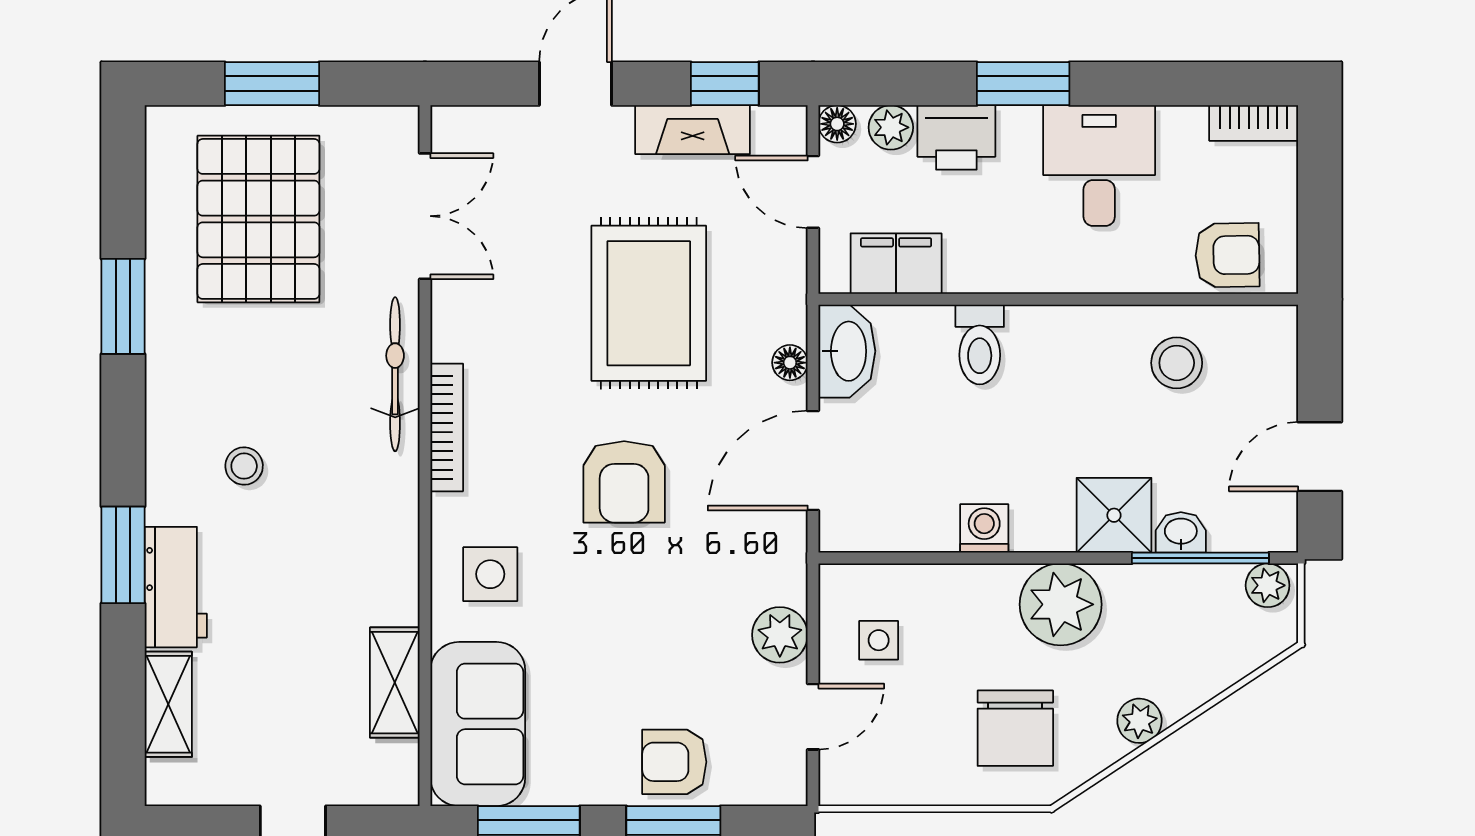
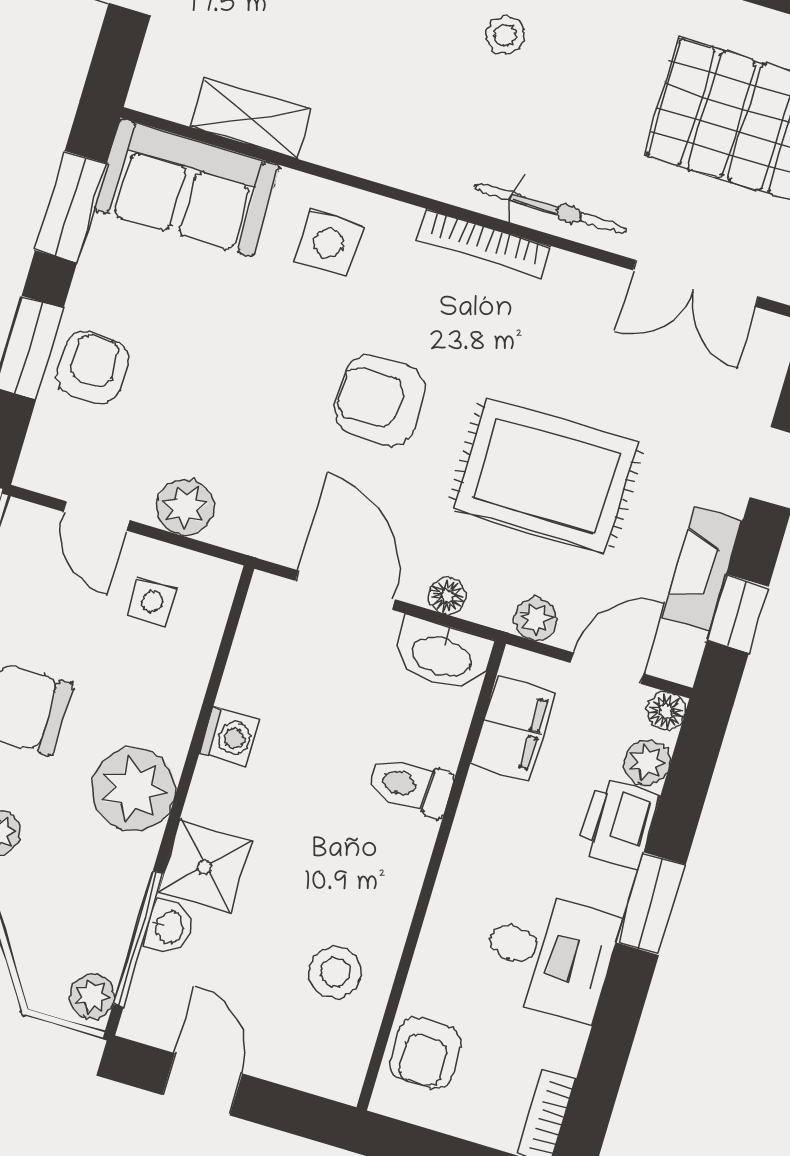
plant: (787, 272) -> (536, 619), added

